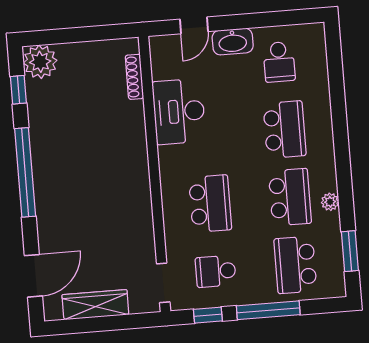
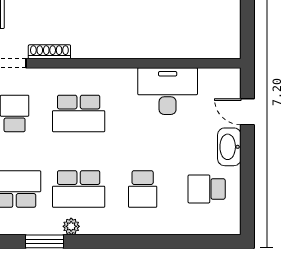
shoe rack: (134, 77) -> (49, 52), moved
school desk: (285, 130) -> (143, 189), width x0.54
window: (350, 251) -> (44, 241), moved

